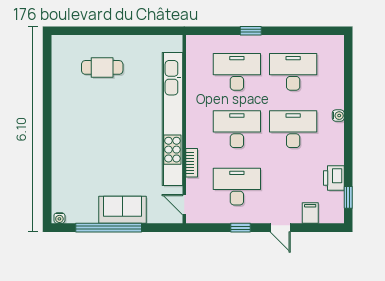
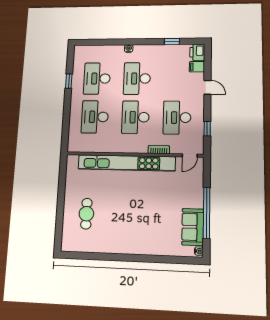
window: (251, 31) -> (69, 81), moved
printer: (334, 178) -> (197, 52), moved, turned 90
window: (348, 197) -> (172, 41), moved
sofa: (122, 210) -> (193, 227), moved
window: (240, 228) -> (207, 129), moved
door: (280, 228) -> (207, 87), hinge flipped

